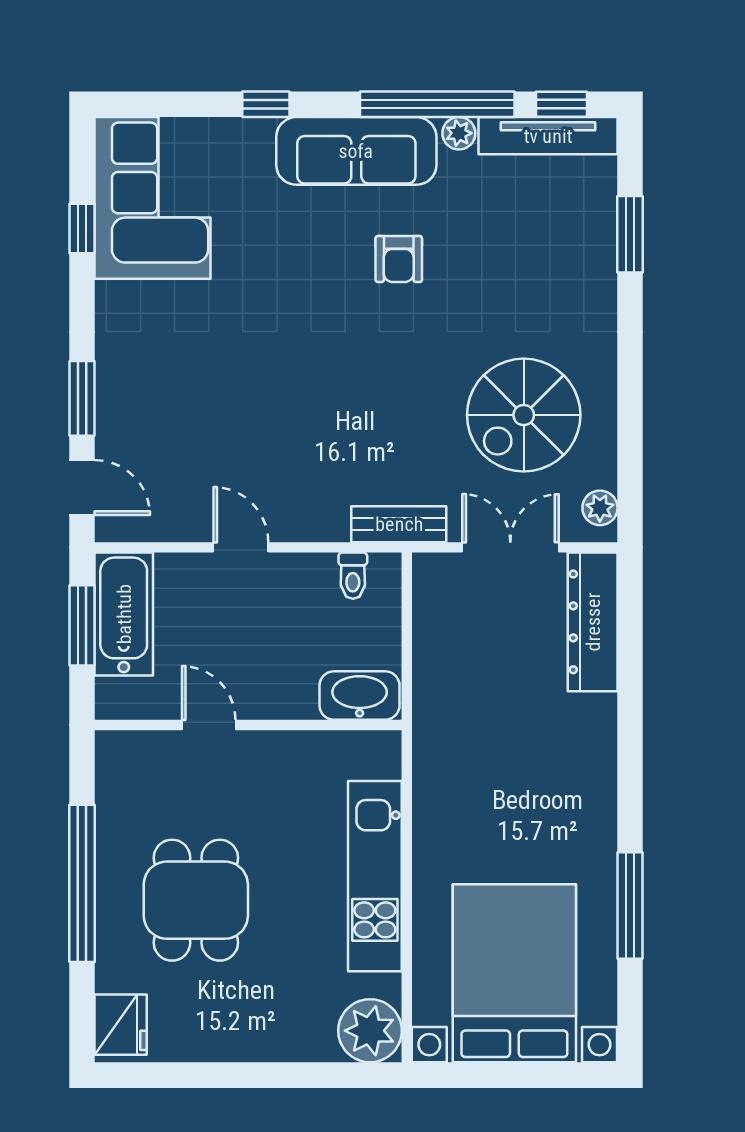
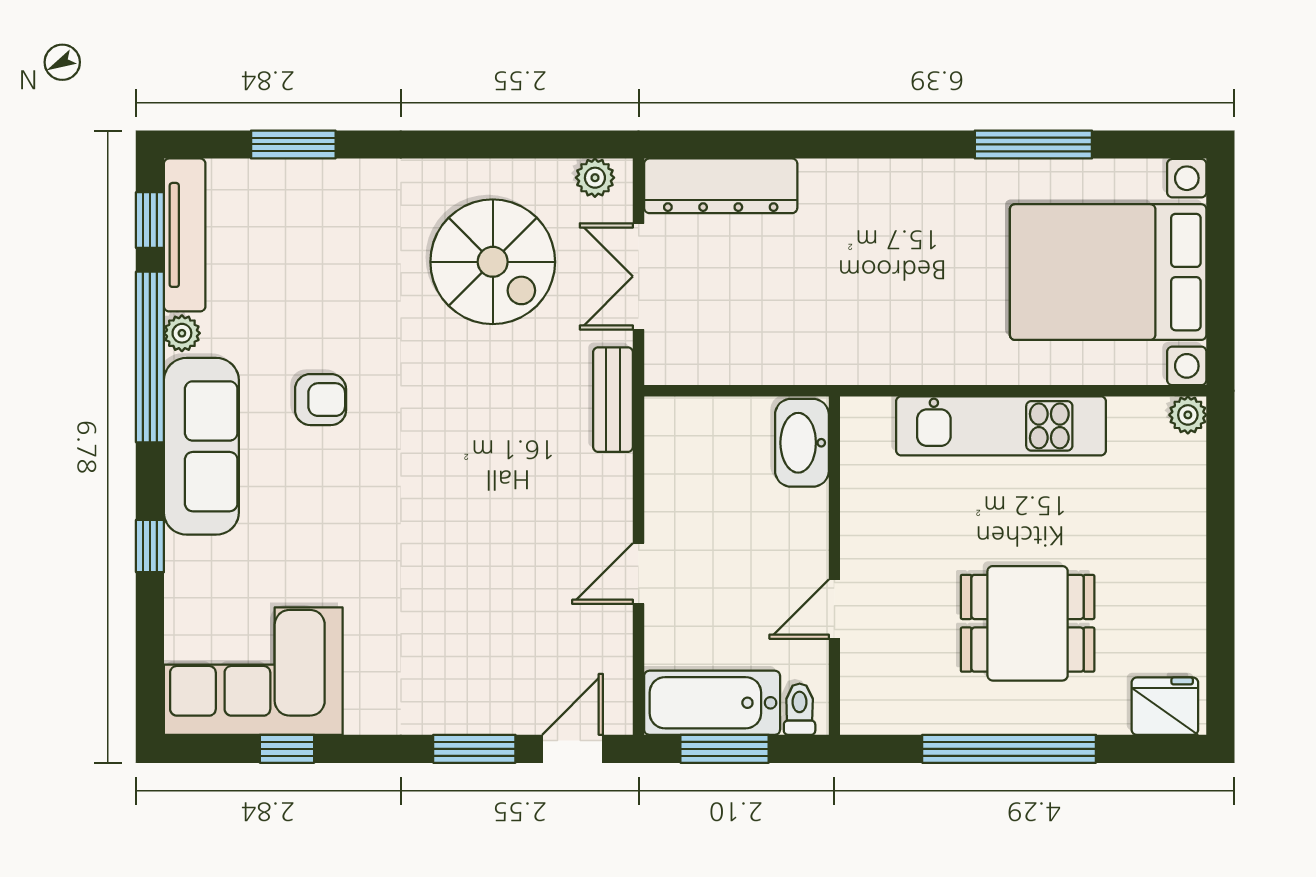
toilet: (353, 576) -> (800, 709), moved, turned -90
plant: (370, 1031) -> (1188, 415), width x0.53, depth x0.53

